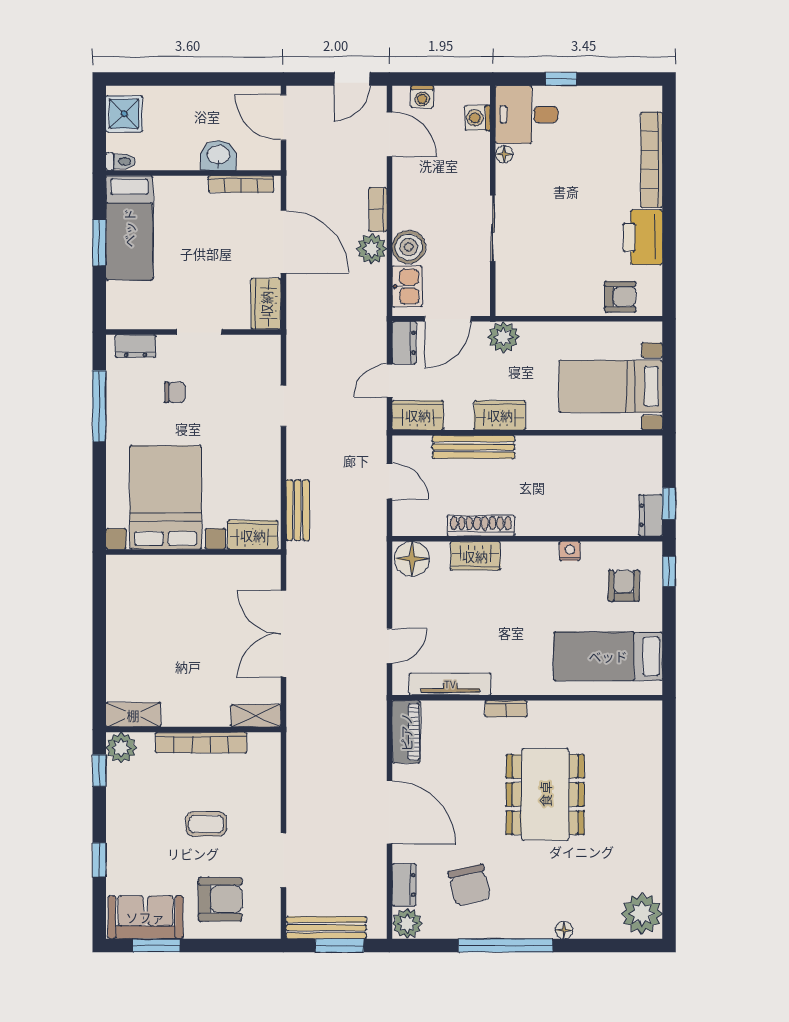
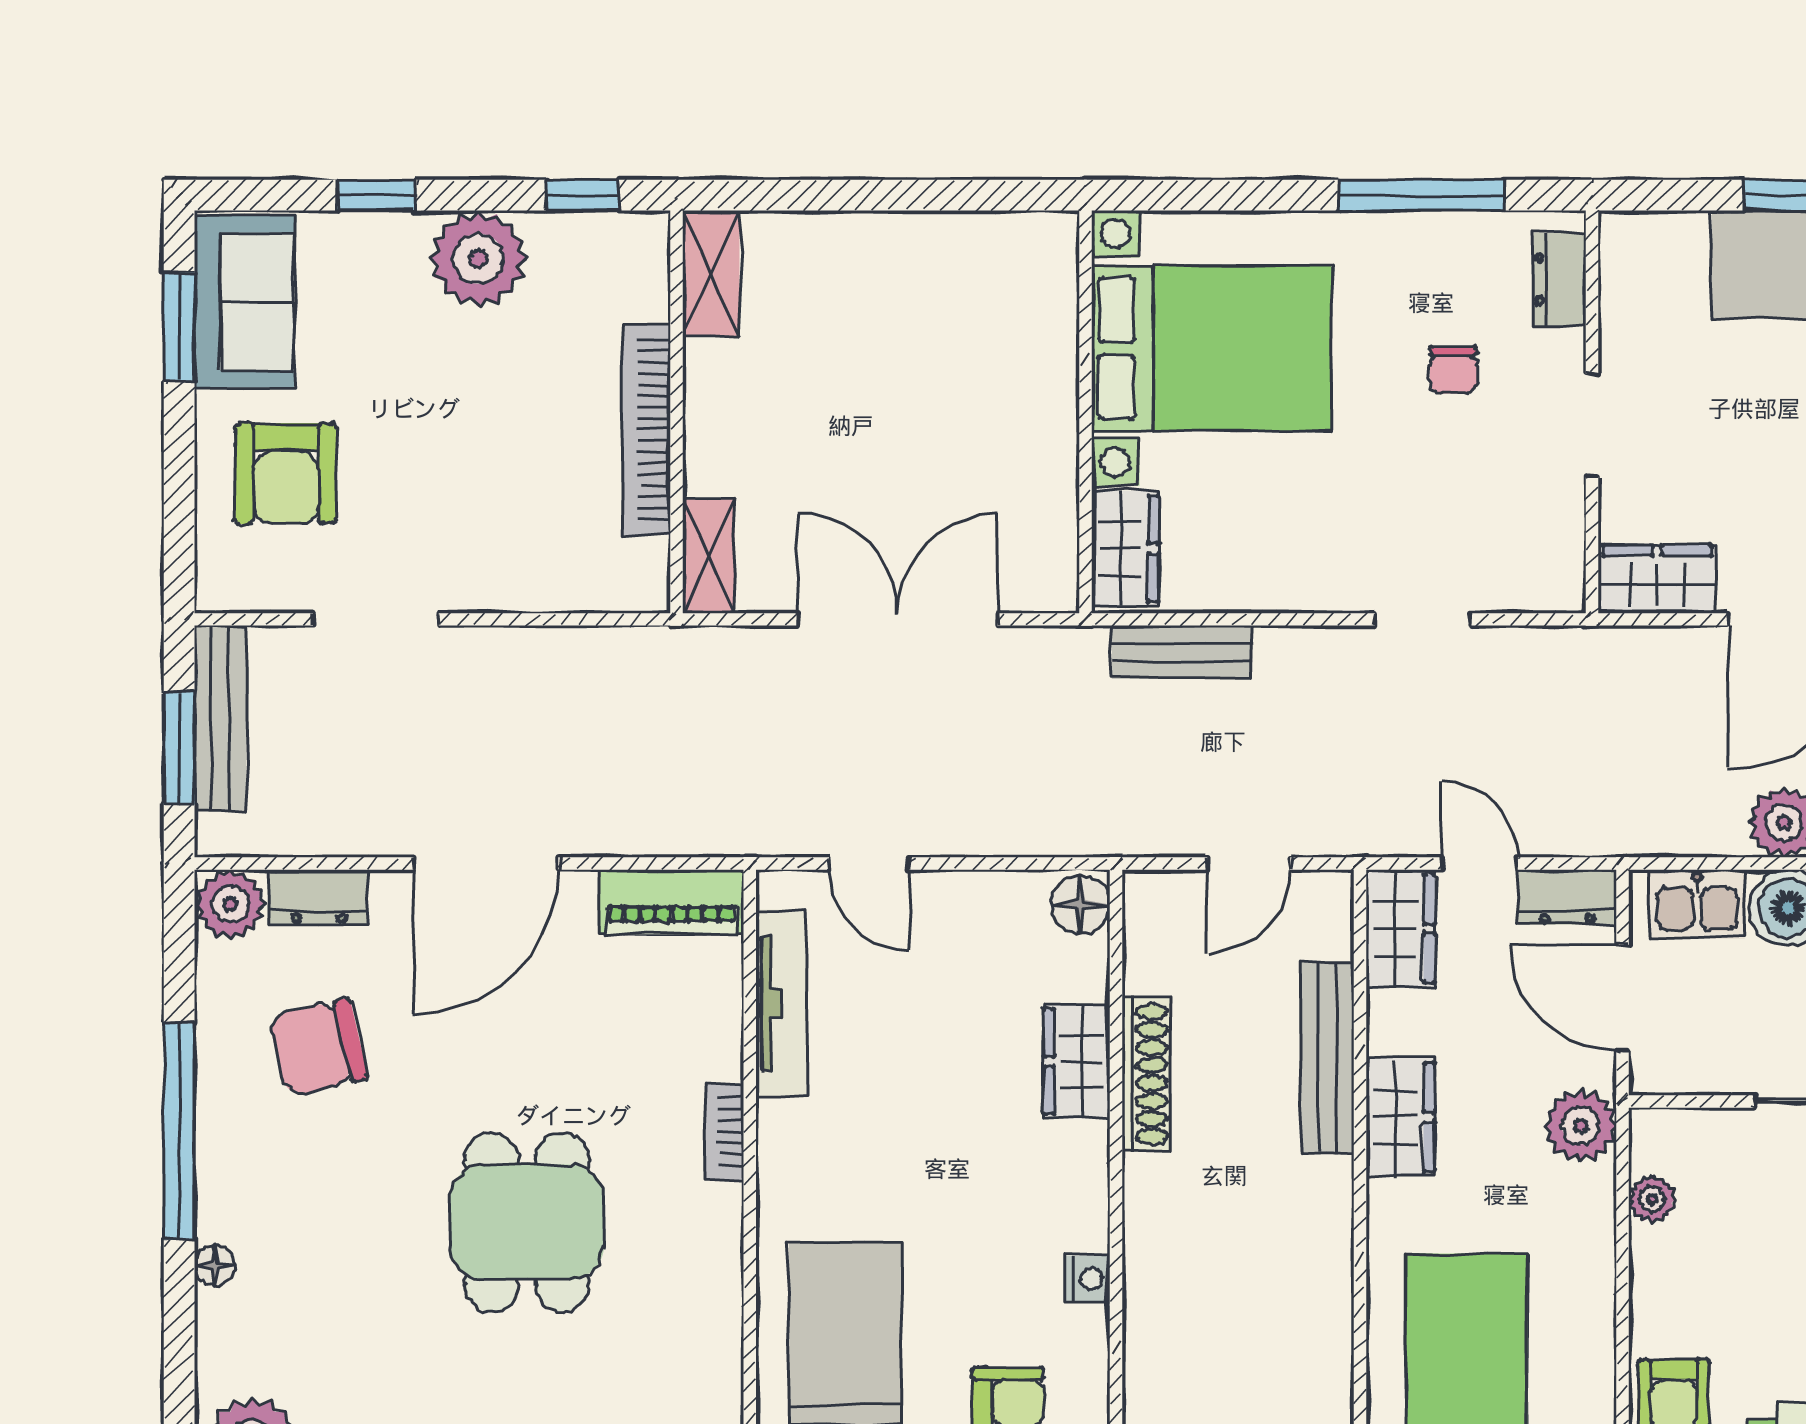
plant: (535, 306) -> (1652, 1199), added
floor lamp: (412, 559) -> (1081, 904), width x0.73, depth x0.73
plant: (121, 748) -> (478, 259), moved, width x1.36, depth x1.36
dining table: (545, 794) -> (527, 1222), width x0.73
coffee table: (206, 824) -> (459, 441), removed

